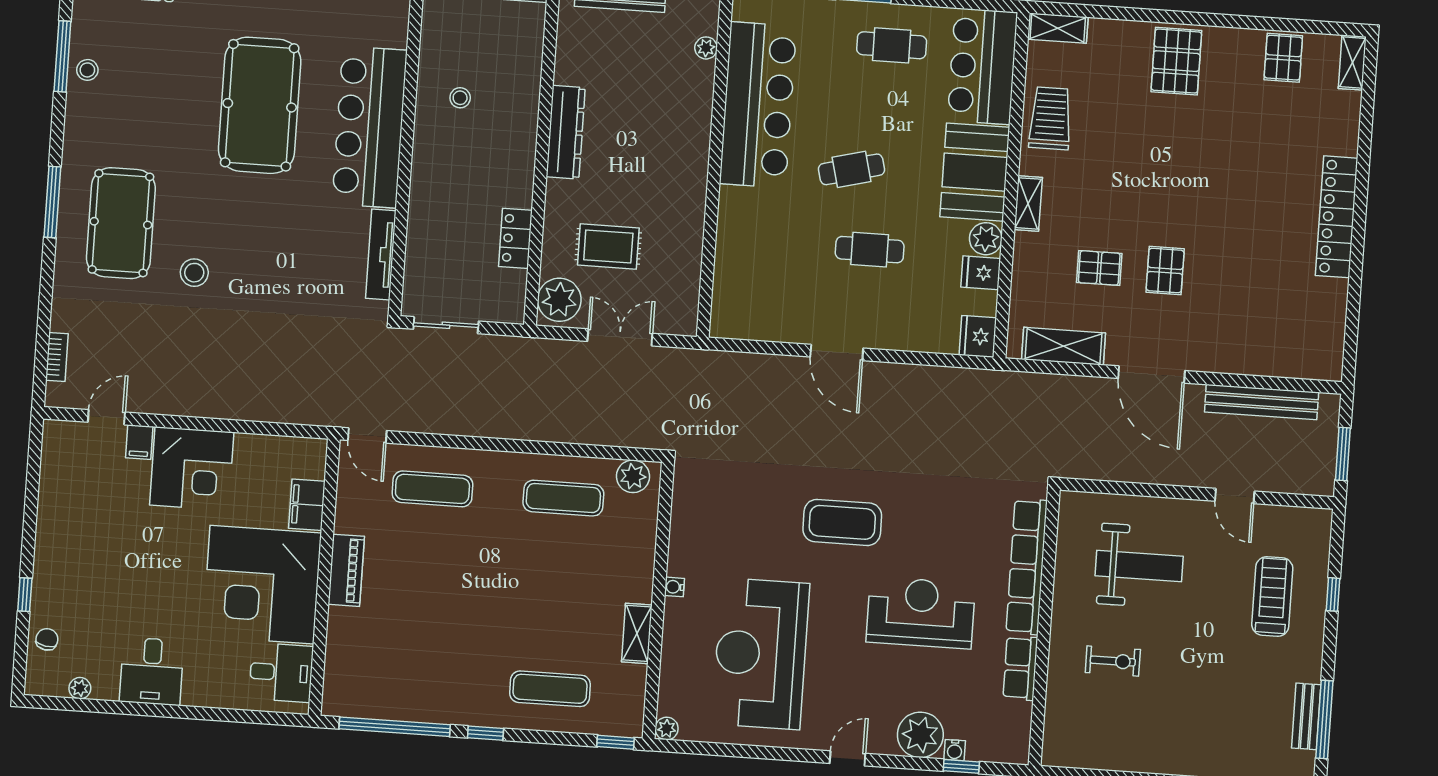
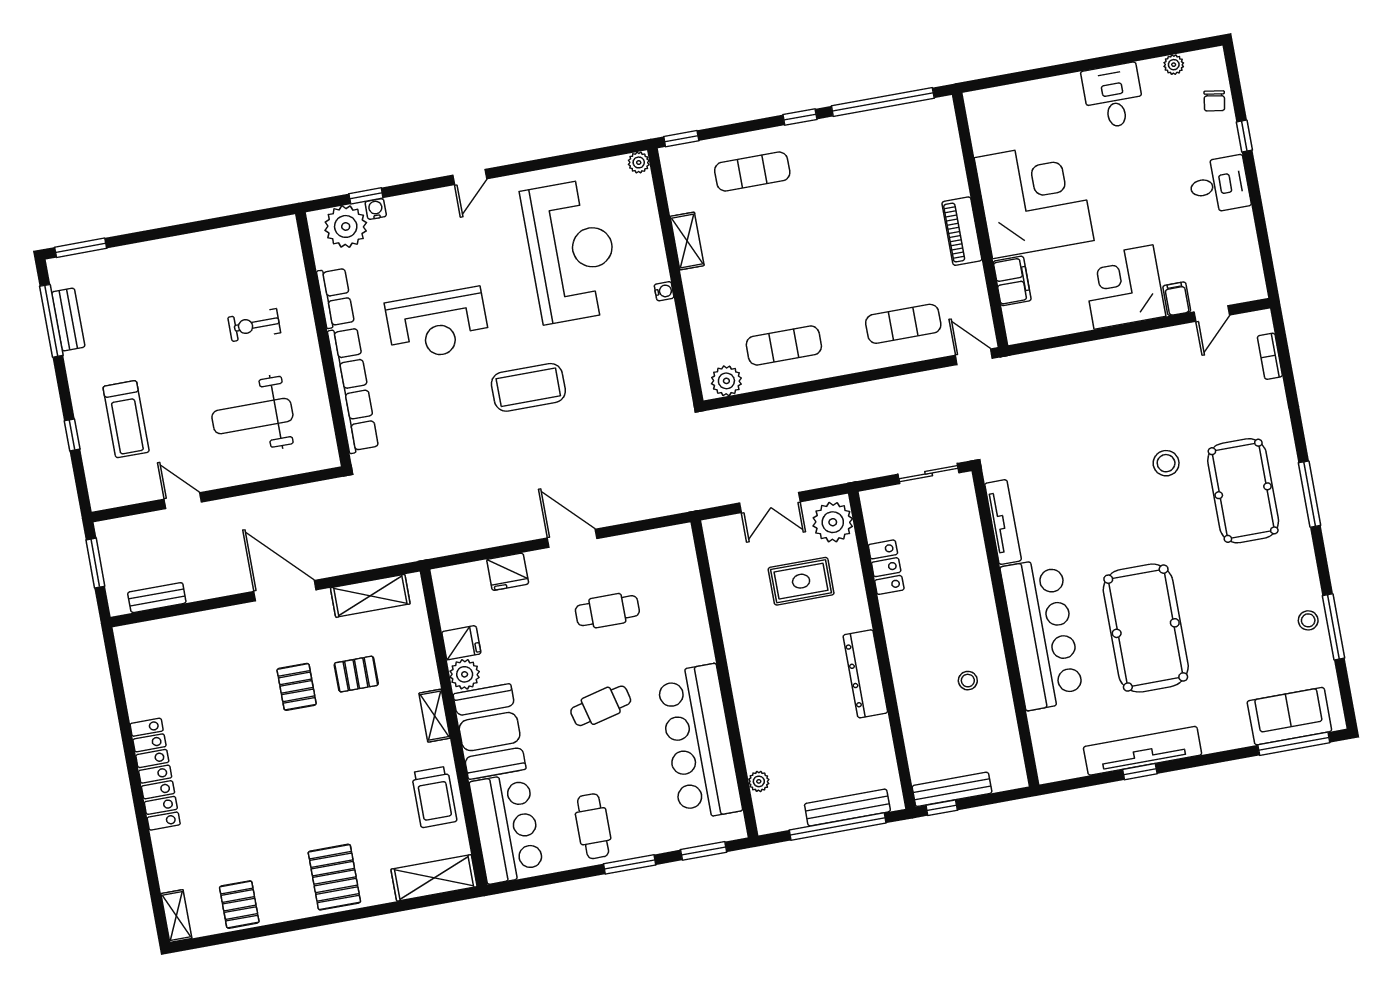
shelving: (1058, 28) -> (434, 878), width x1.50, depth x1.33
cafe table: (892, 45) -> (593, 826), turned 90
cafe table: (870, 250) -> (607, 611), moved
fridge: (978, 336) -> (508, 572), moved, turned 90
bench: (1262, 402) -> (157, 598), width x0.54, depth x0.82
desk: (281, 673) -> (1219, 185), moved, turned 180
plant: (920, 735) -> (346, 226), moved

